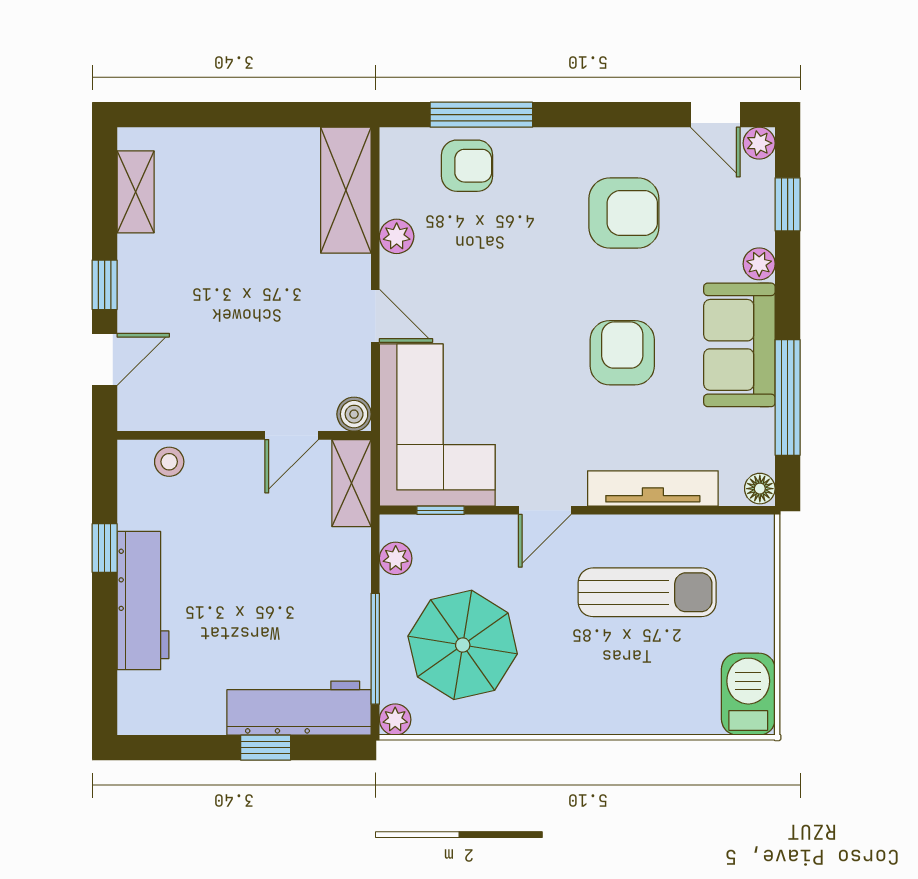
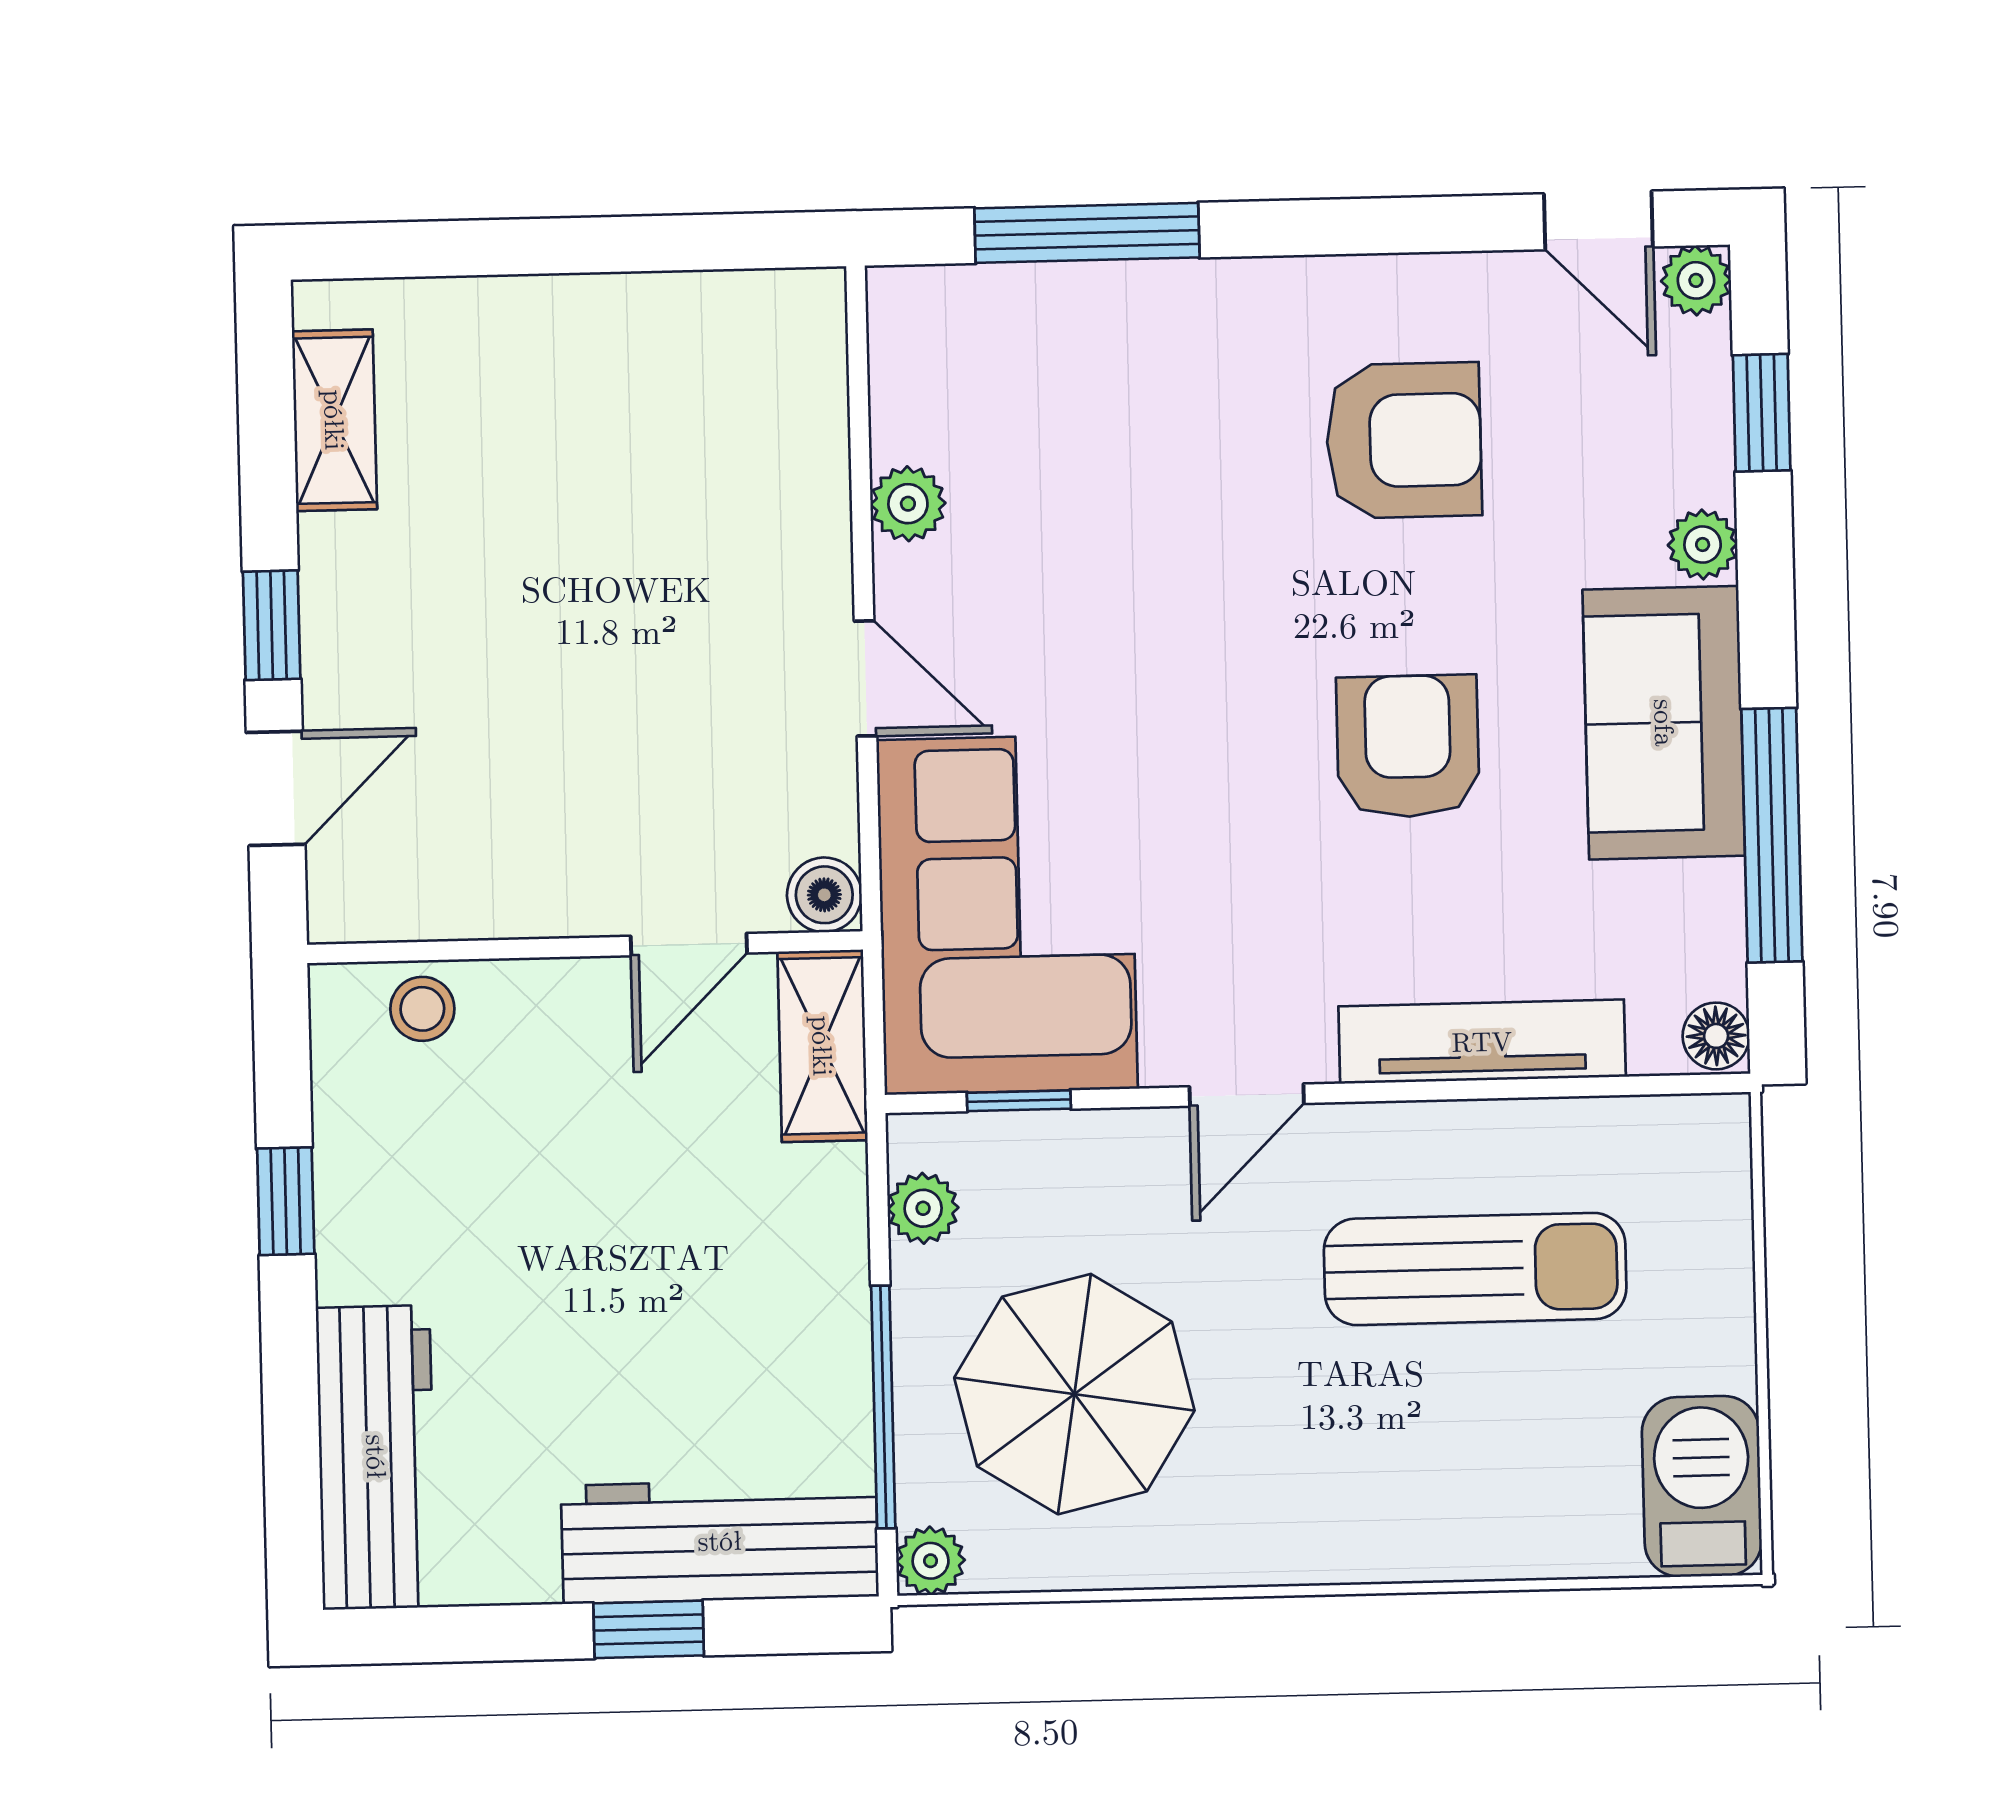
armchair: (467, 166) -> (1058, 345), removed
shelving: (346, 190) -> (795, 405), removed
workbench: (143, 601) -> (376, 1457), moved

